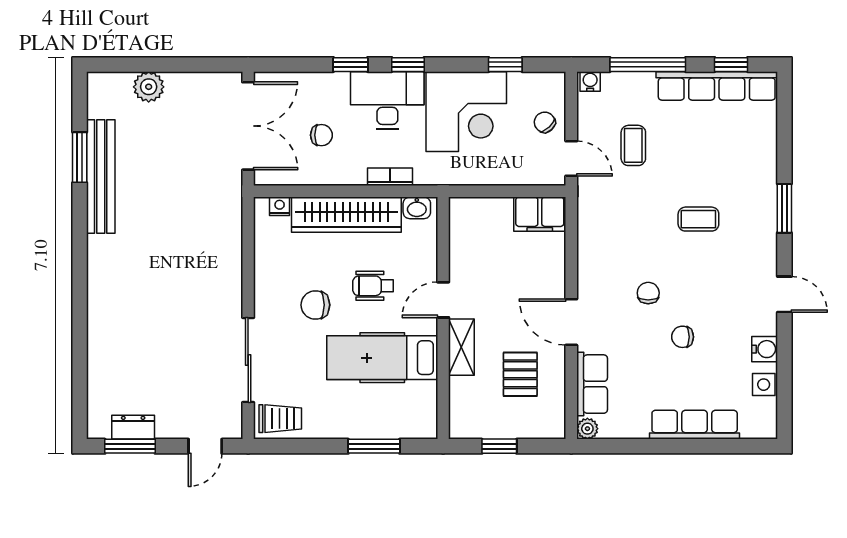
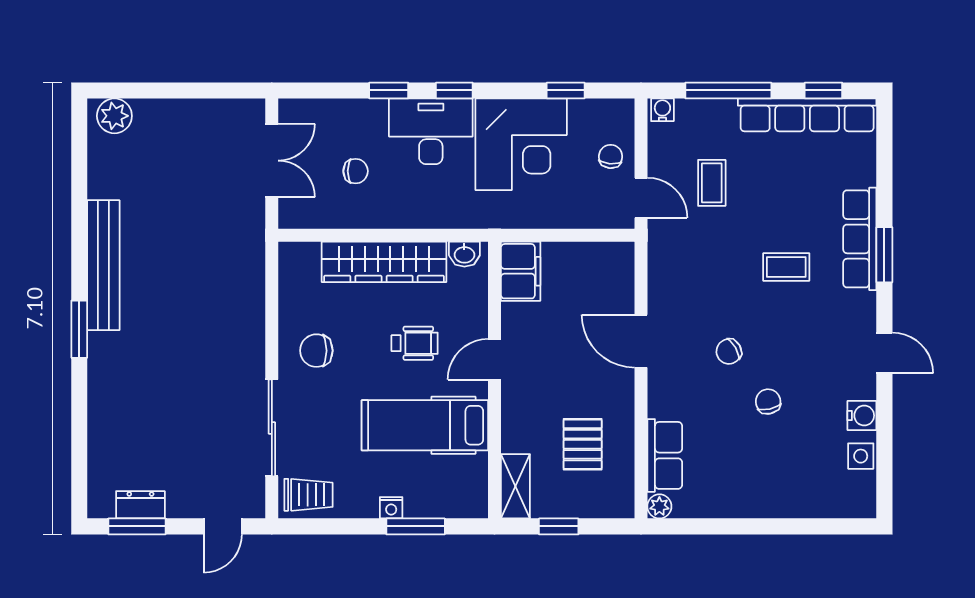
plant: (149, 87) -> (114, 116), moved
chair: (545, 122) -> (611, 156), turned 48
double door: (248, 126) -> (272, 161), width x0.73
window: (80, 157) -> (79, 329), moved
bench: (101, 176) -> (103, 265), moved
bookcase: (390, 177) -> (434, 219), removed
nightstand: (280, 206) -> (391, 508), moved, turned 180
filing cabinet: (540, 214) -> (521, 271), moved, turned -90
wheelchair: (373, 286) -> (415, 343), turned 180
chair: (648, 293) -> (729, 351), turned -120
chair: (315, 305) -> (316, 351), moved
door: (571, 322) -> (641, 341), moved
chair: (683, 337) -> (768, 402), turned 77
shelving: (461, 347) -> (515, 486), moved
row of seats: (695, 425) -> (860, 239), moved, turned -90

